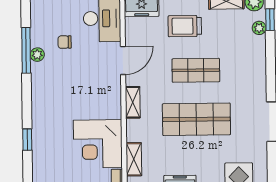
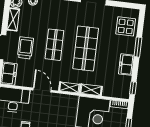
trolley: (185, 26) -> (25, 48), turned 180
shelving: (134, 159) -> (91, 90), moved

